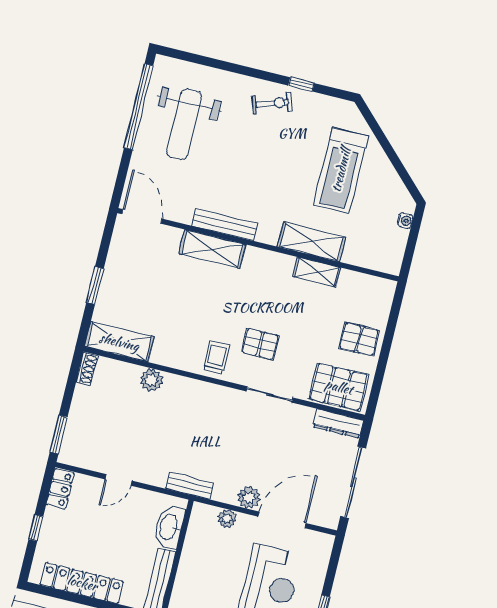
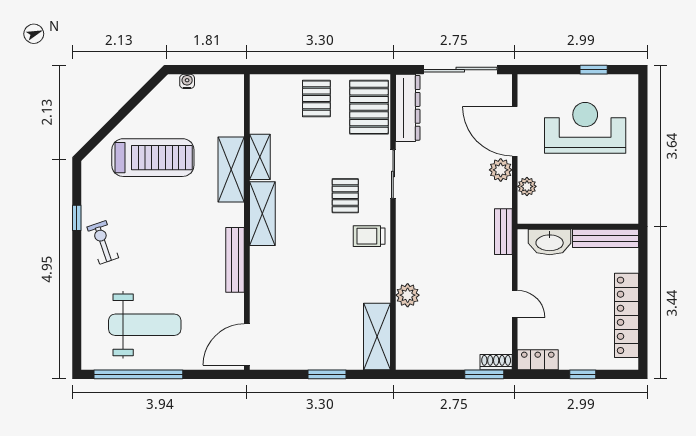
shelving: (212, 249) -> (262, 214), moved
shoe rack: (87, 369) -> (496, 362), moved
dresser: (338, 424) -> (408, 108), width x1.37, depth x1.24

